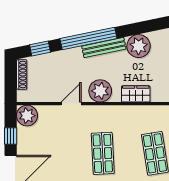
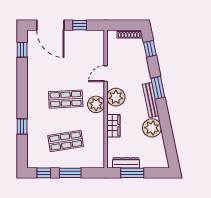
window: (88, 38) -> (158, 88), width x0.47
door: (71, 104) -> (106, 74), swing flipped
plant: (27, 116) -> (96, 104), moved

